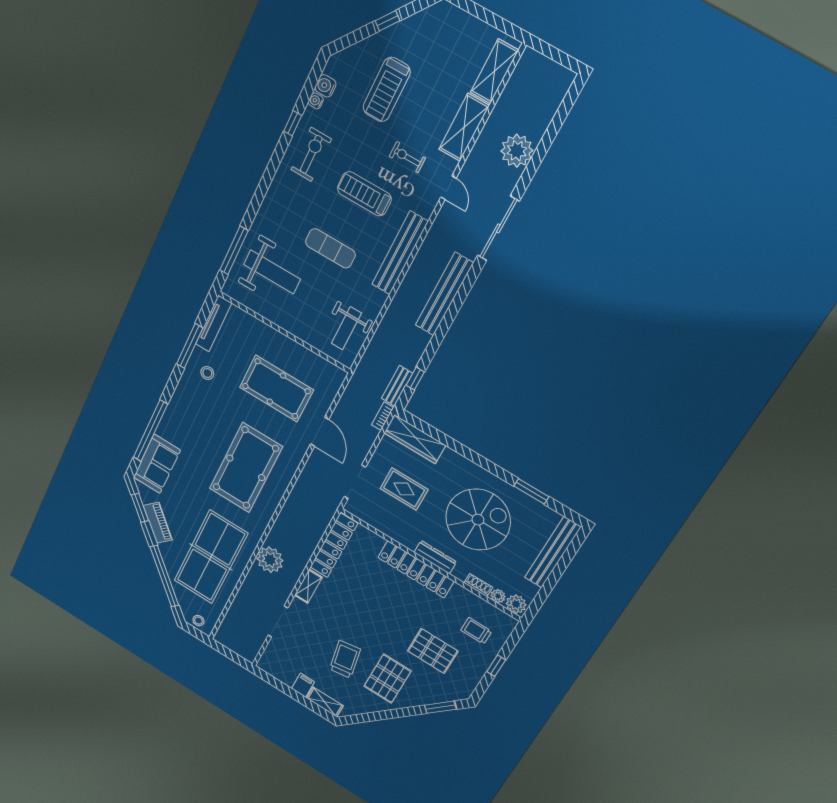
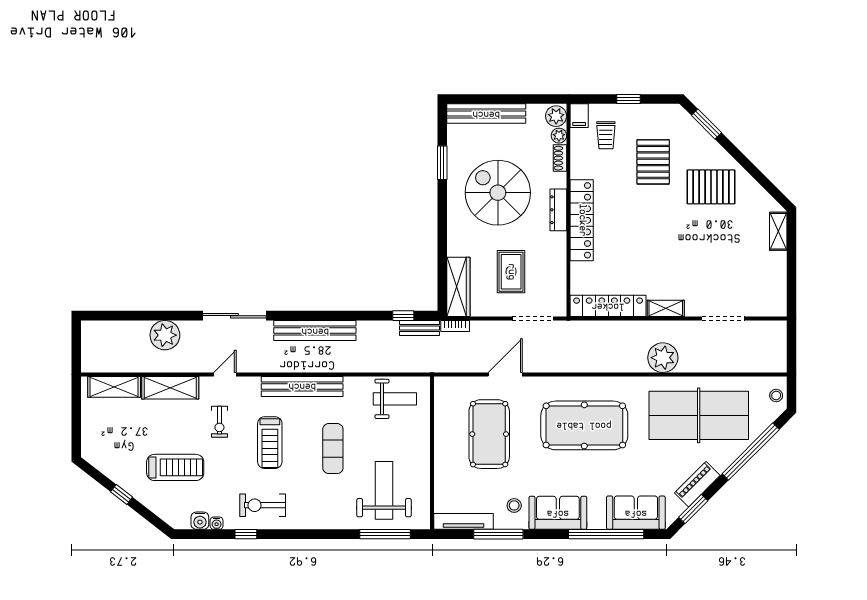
sofa: (185, 404) -> (558, 513), added
trolley: (345, 659) -> (719, 236), removed
filing cabinet: (303, 685) -> (579, 116), moved, turned -90

